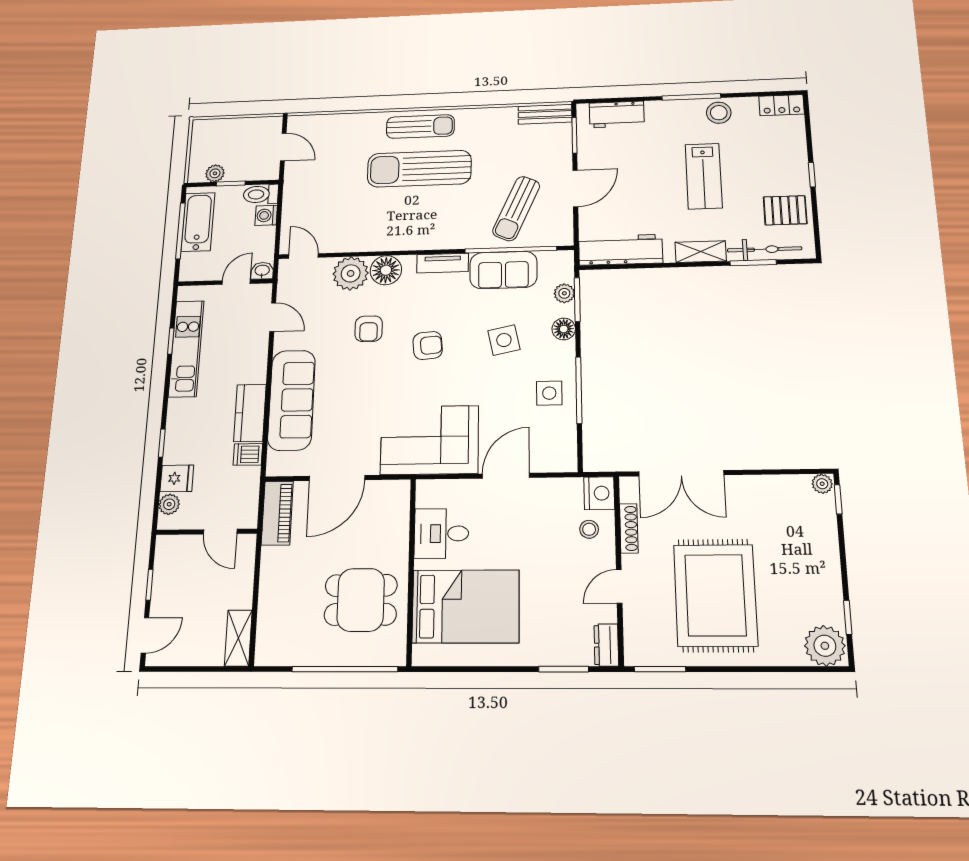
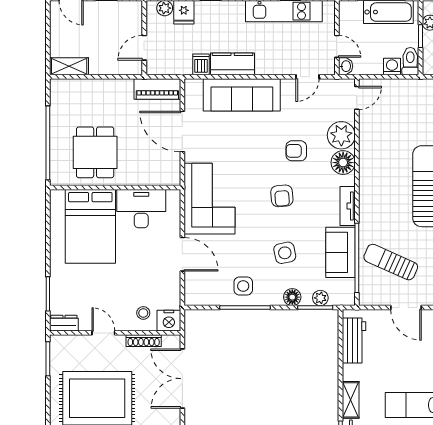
workbench: (620, 250) -> (354, 341), width x0.73
desk: (441, 534) -> (141, 209), width x1.37

